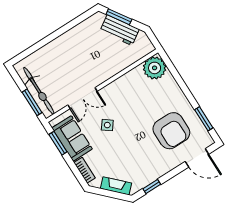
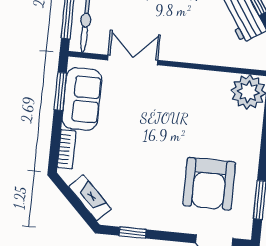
double door: (83, 98) -> (133, 60), swing flipped
side table: (107, 125) -> (137, 116), removed

